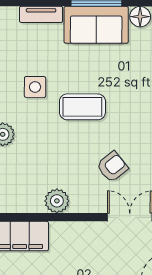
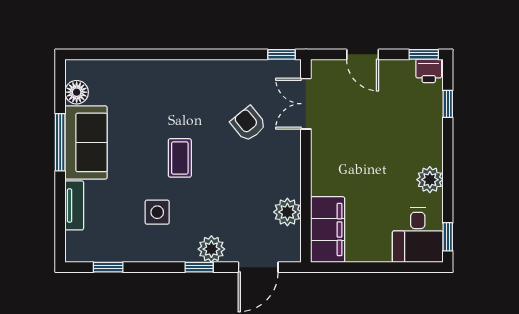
coffee table: (82, 107) -> (180, 158), width x0.73, depth x0.77
plant: (57, 201) -> (287, 212), moved

